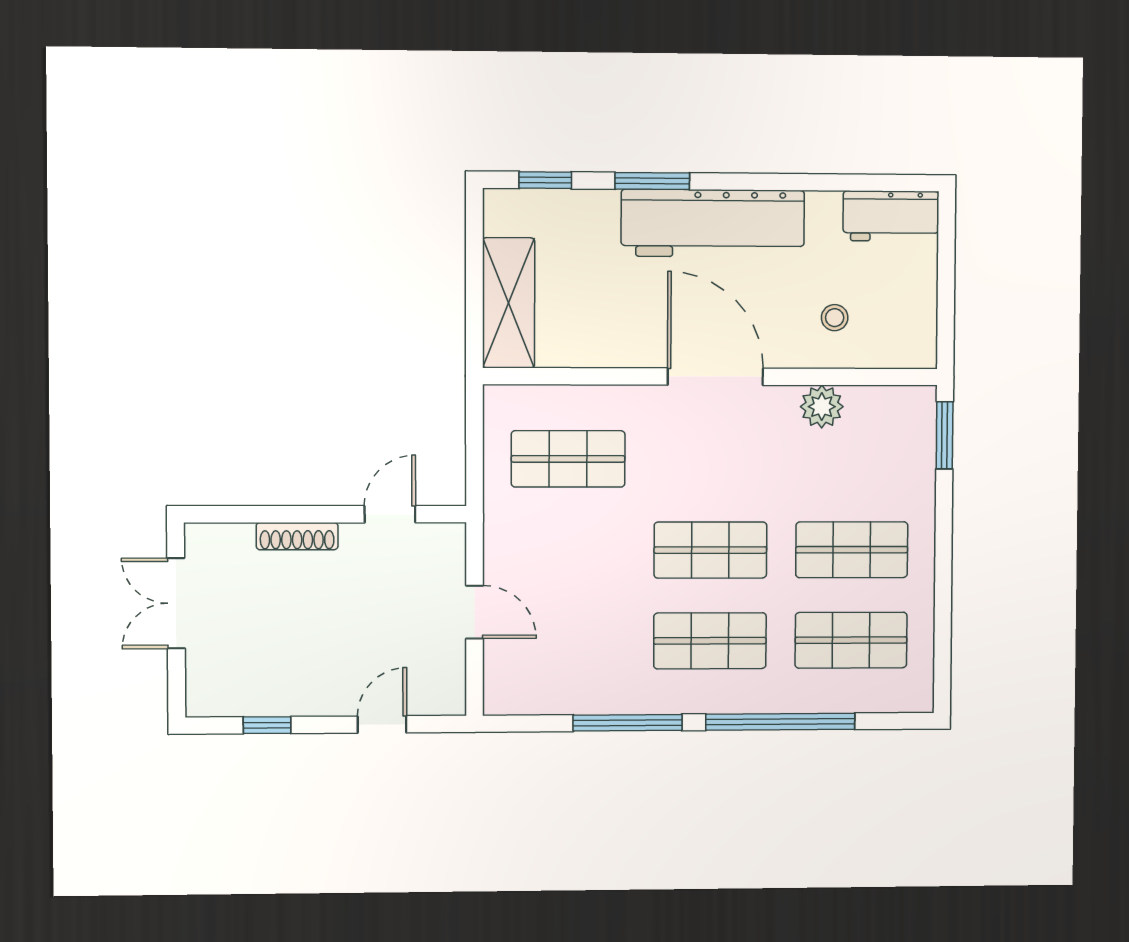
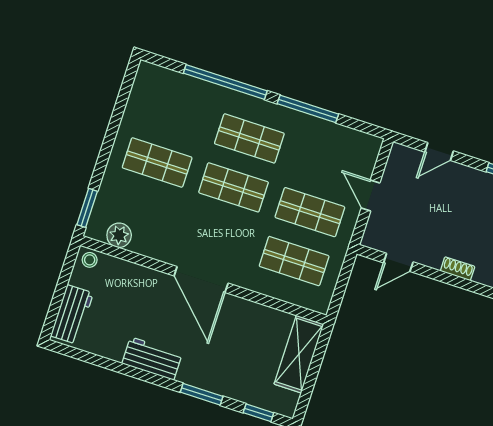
workbench: (891, 216) -> (72, 314), moved, turned 90
workbench: (713, 223) -> (152, 359), width x0.53, depth x0.76
stool: (835, 318) -> (90, 260), moved
plant: (822, 407) -> (119, 235), moved
shoe rack: (297, 536) -> (458, 269), width x0.70
shop shelf: (851, 640) -> (310, 212), moved

